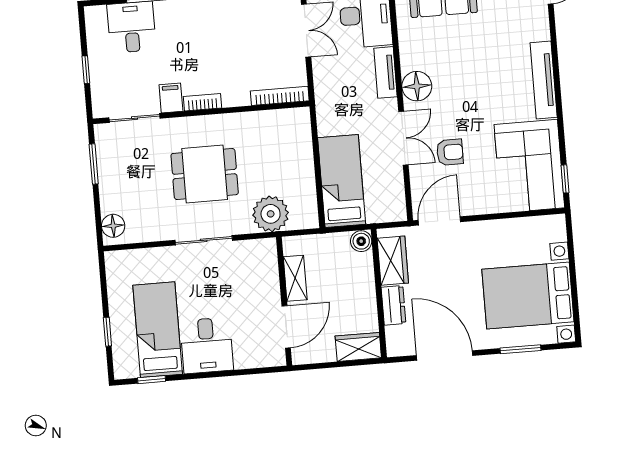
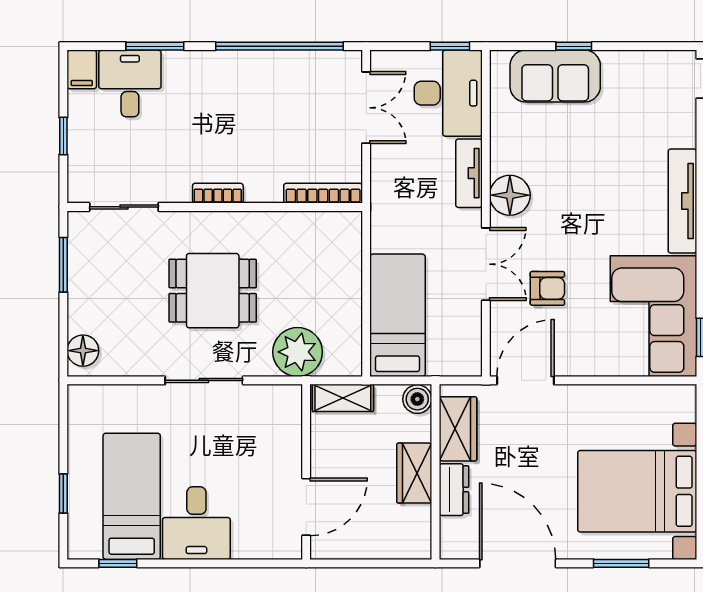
filing cabinet: (171, 98) -> (82, 69), moved, turned 180
shelving: (295, 278) -> (343, 398), moved, turned 90
wardrobe: (358, 347) -> (414, 473), moved, turned -90

